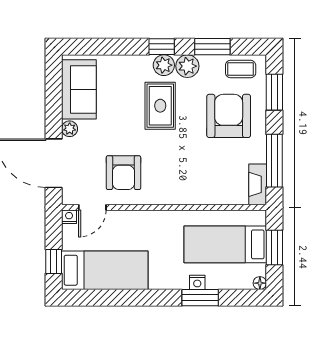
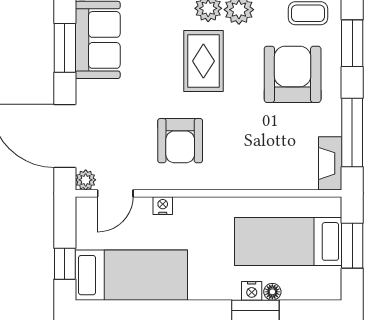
window: (54, 96) -> (65, 48), added
plant: (70, 129) -> (86, 180), moved
armchair: (123, 173) -> (180, 141), moved
nightstand: (69, 217) -> (163, 206), moved
floor lamp: (260, 283) -> (272, 292), moved

